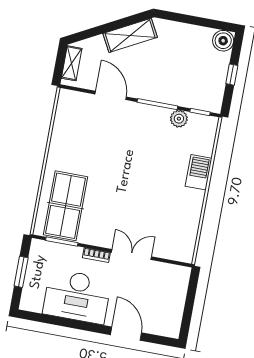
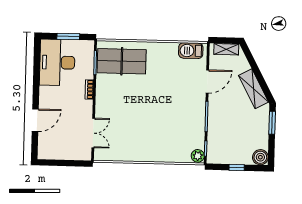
window: (180, 18) -> (272, 123), added
plant: (179, 119) -> (198, 156), moved
barbecue: (199, 172) -> (191, 51), moved, turned 180
double door: (131, 255) -> (93, 133), moved
desk: (77, 296) -> (57, 62), moved

